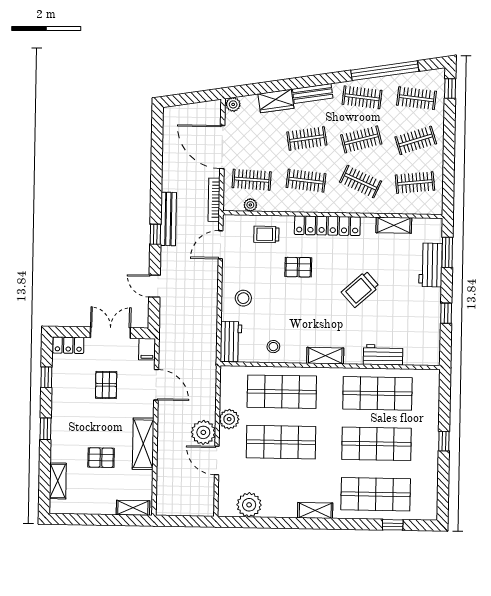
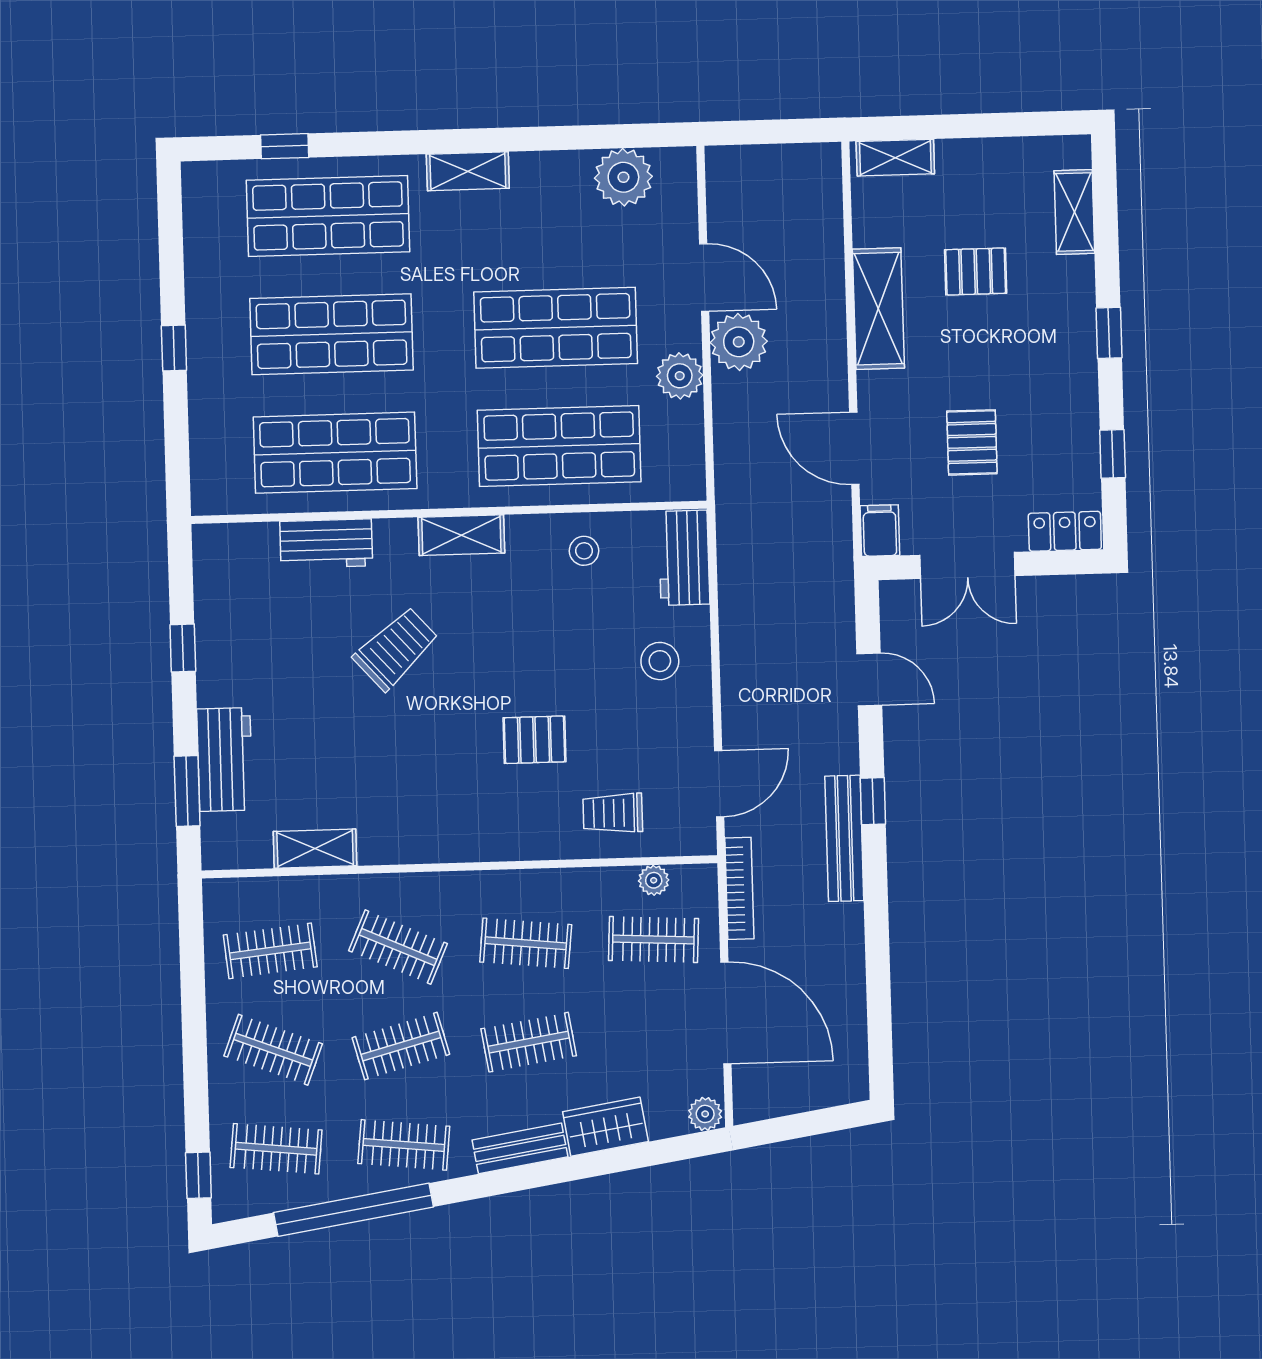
clothes rail: (416, 140) -> (273, 1050), turned 39
locker: (327, 226) -> (471, 840), removed
trolley: (266, 234) -> (613, 813), turned 180
trolley: (360, 289) -> (396, 649), moved

